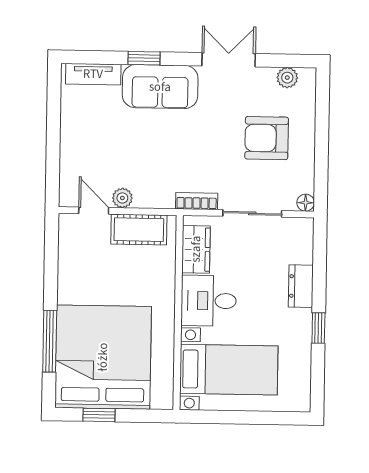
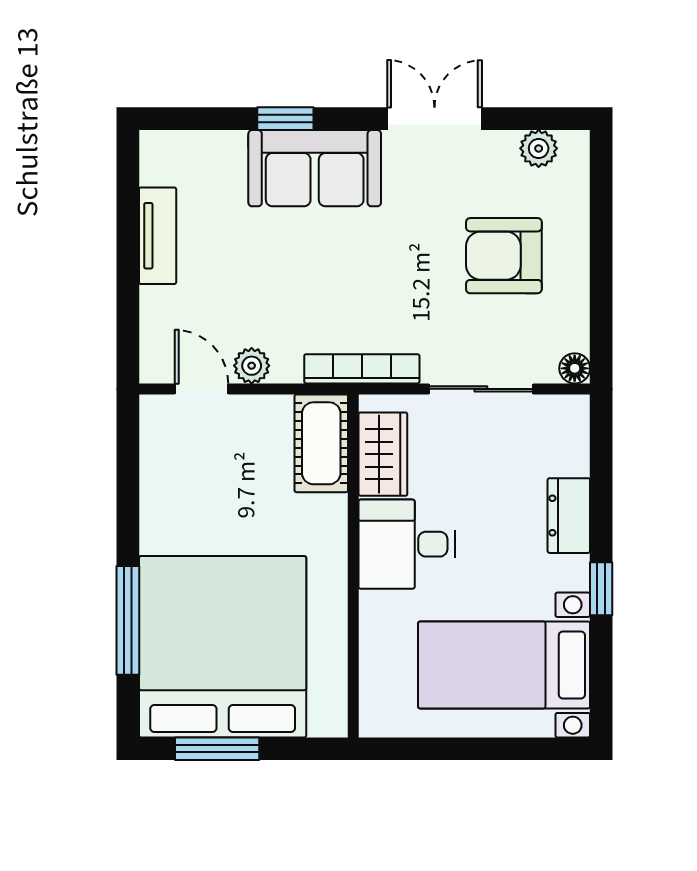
tv unit: (93, 74) -> (158, 236), moved, turned -90
bookcase: (197, 201) -> (362, 369), width x1.56
cot: (139, 230) -> (321, 443), moved, turned 90
bed with nightstands: (229, 370) -> (504, 665), moved, turned 180
window: (99, 415) -> (217, 749), width x1.50

